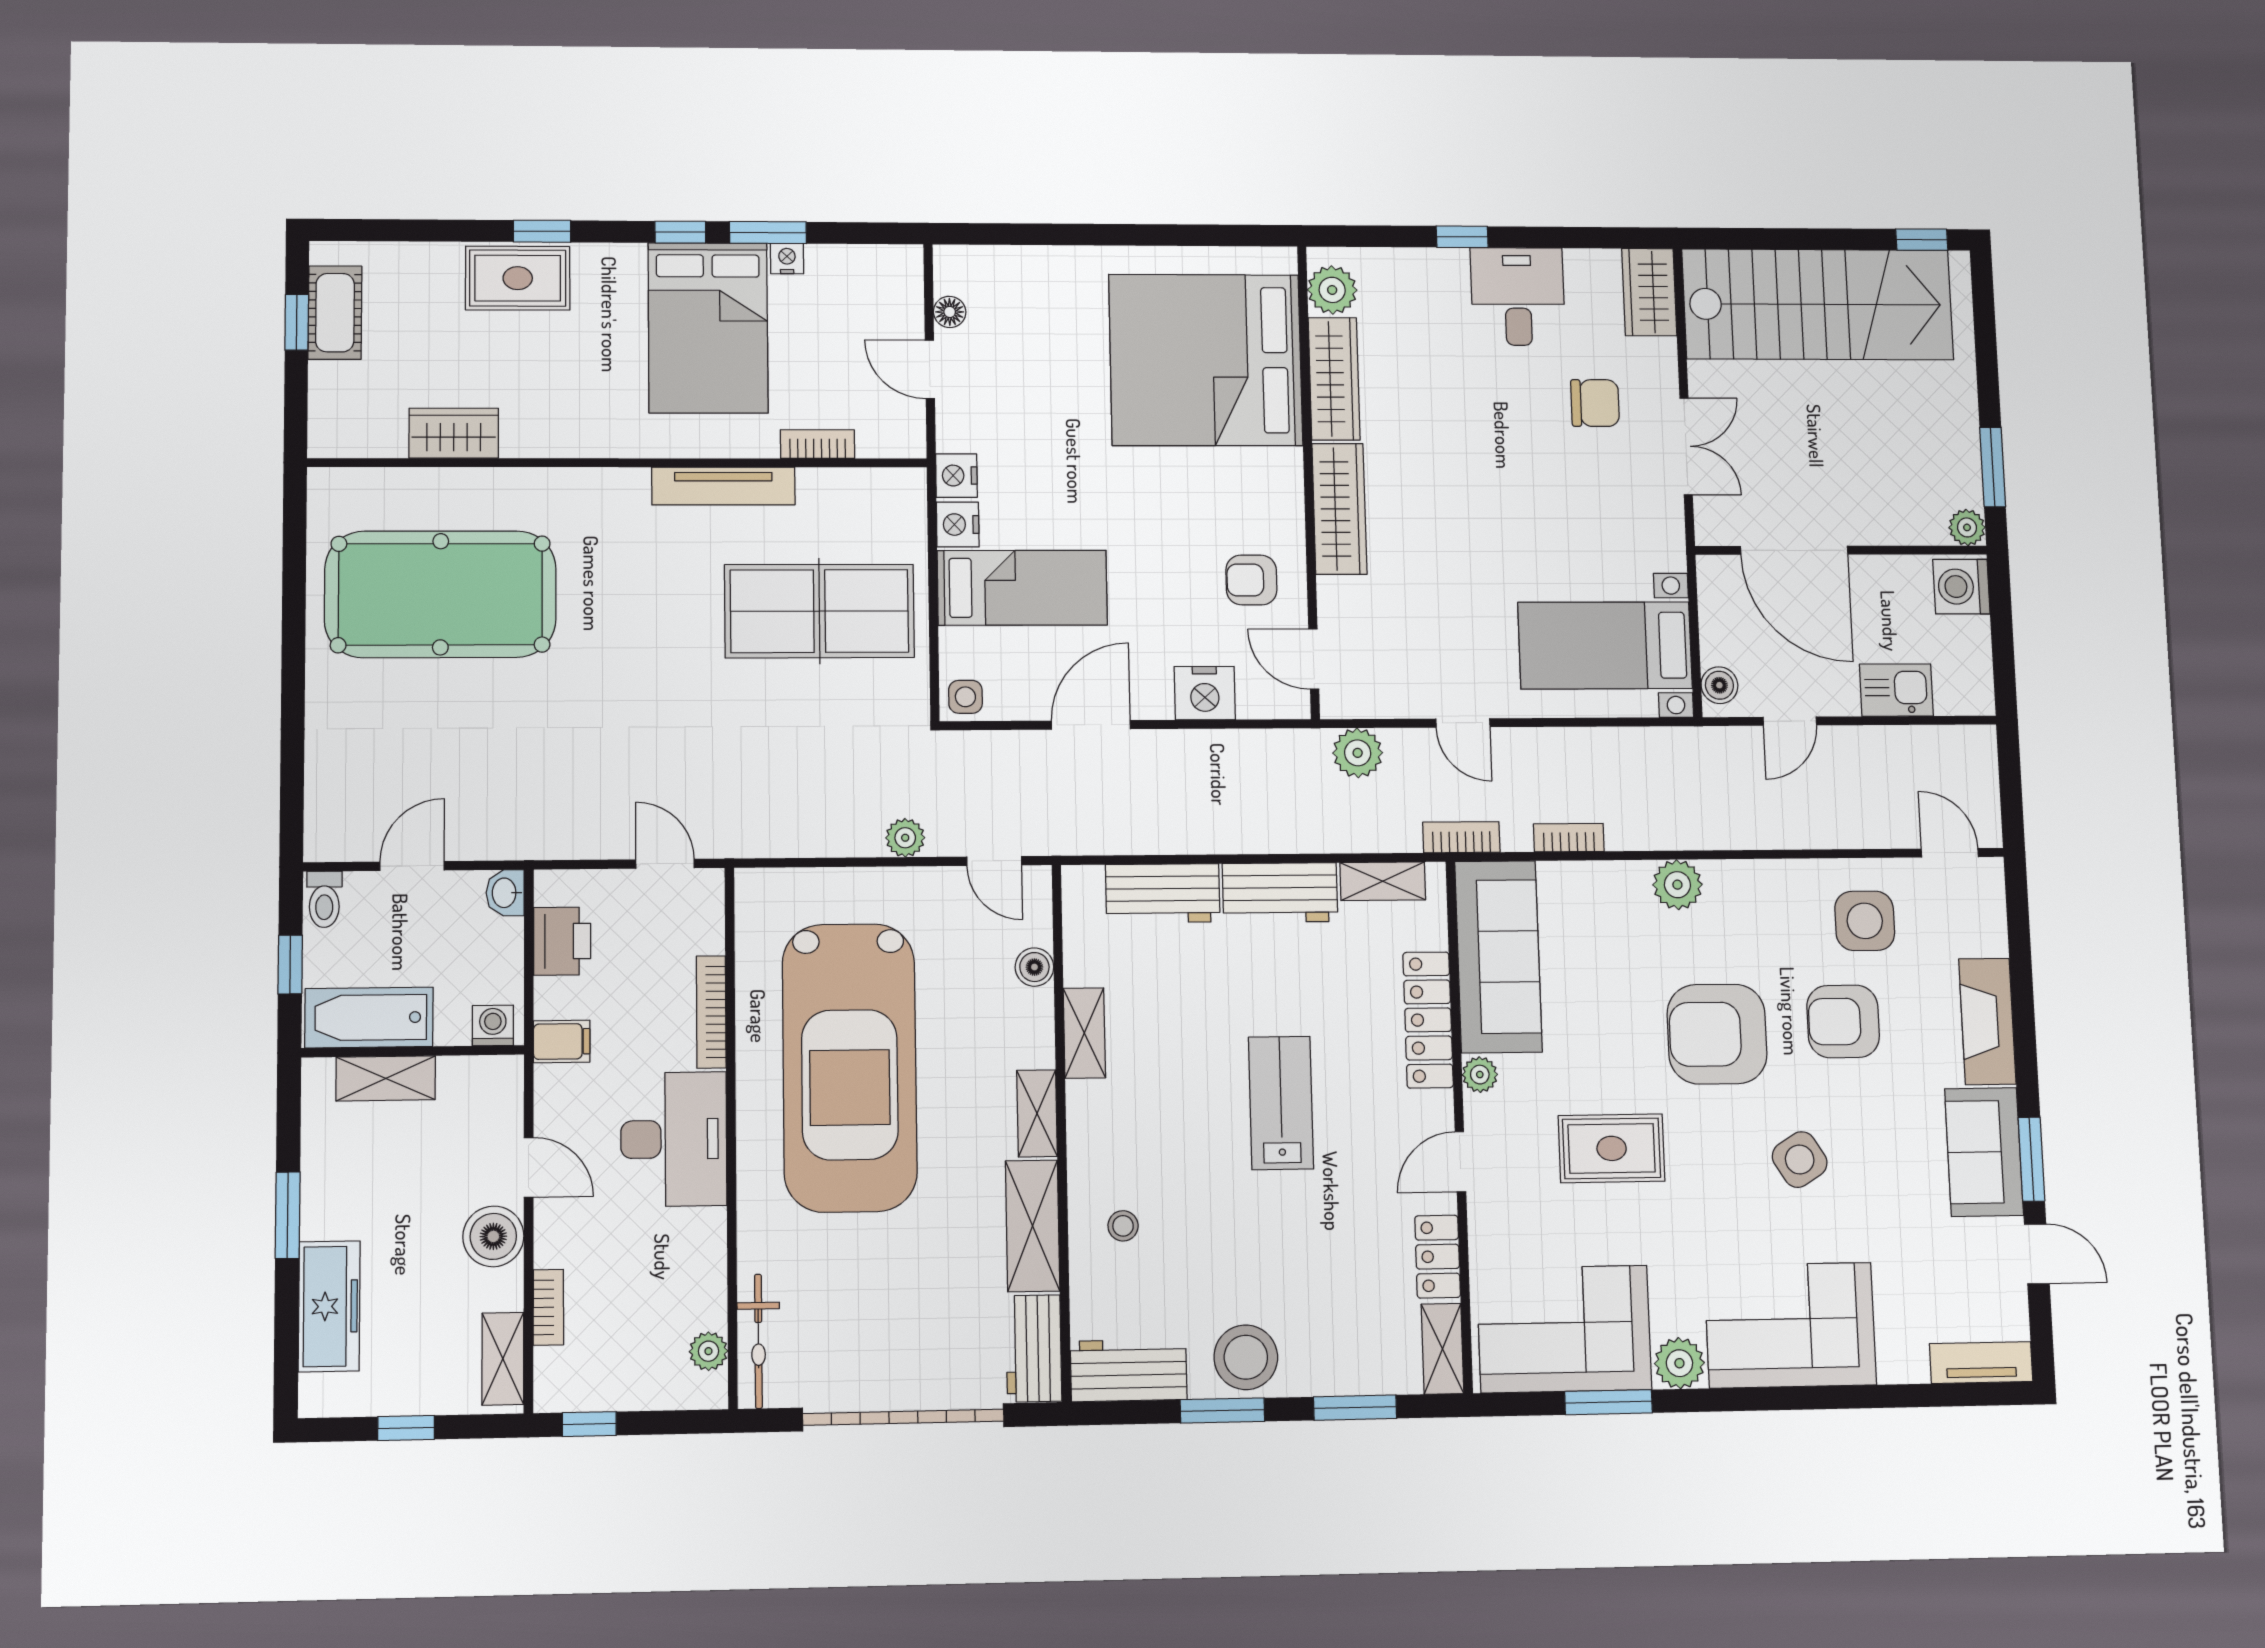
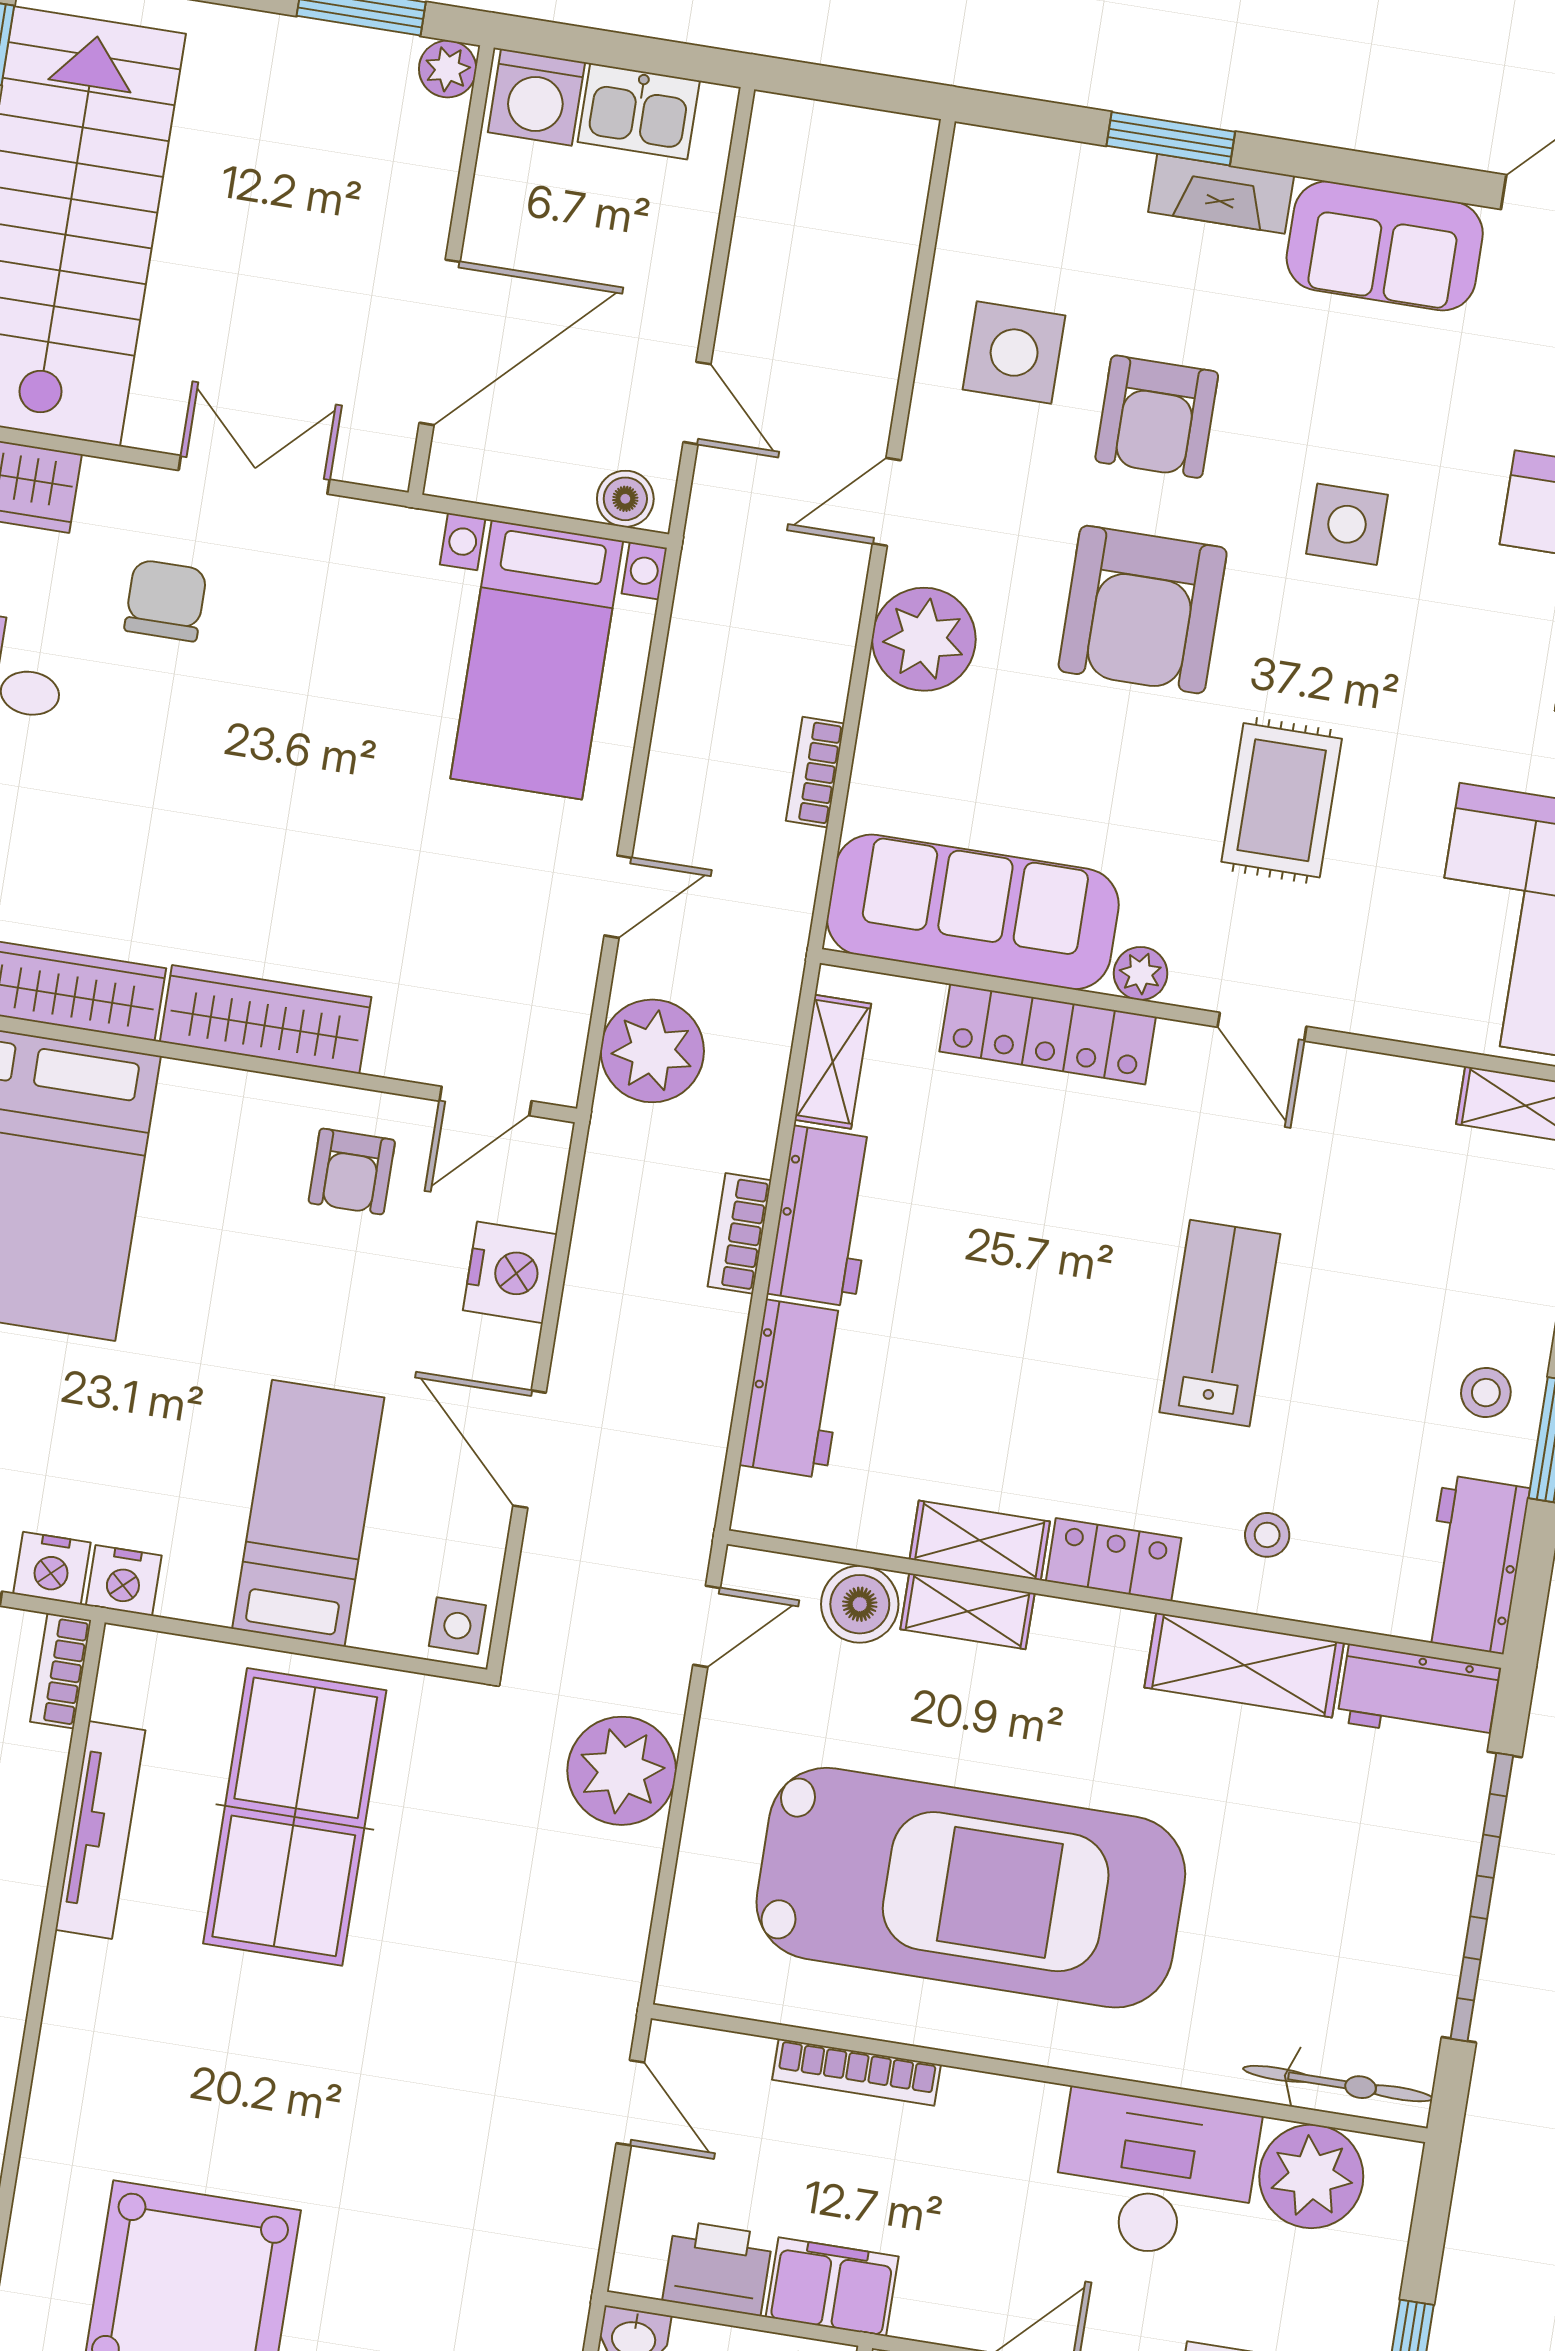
bookcase: (818, 444) -> (61, 1671), moved
tv unit: (723, 486) -> (100, 1830), moved
nightstand: (958, 525) -> (52, 1568), moved
kitchen sink: (1896, 690) -> (639, 111), moved, turned -90
plant: (1358, 753) -> (652, 1051), width x1.36, depth x1.36
bookcase: (1461, 837) -> (739, 1233), moved
plant: (905, 838) -> (622, 1771), width x1.88, depth x1.88
door: (1950, 853) -> (887, 502), moved
door: (665, 864) -> (630, 2103), swing flipped
plant: (1677, 885) -> (924, 639), width x1.36, depth x1.36
boiler: (1034, 967) -> (860, 1604), width x1.36, depth x1.36
fireplace: (1987, 1021) -> (1221, 194), width x0.73, depth x0.76
filing cabinet: (562, 1041) -> (832, 2287), width x2.00
lab bench: (1281, 1103) -> (1220, 1323), moved, turned 90
shelving: (1037, 1113) -> (967, 1611), moved
desk: (674, 1139) -> (1155, 2176), moved
window: (2031, 1159) -> (1171, 139), moved
side table: (1800, 1160) -> (1347, 524), turned 32
locker: (1438, 1257) -> (1114, 1560), moved, turned 180
plant: (708, 1351) -> (1311, 2176), width x1.87, depth x1.87
stool: (1246, 1357) -> (1486, 1393), width x0.53, depth x0.53

